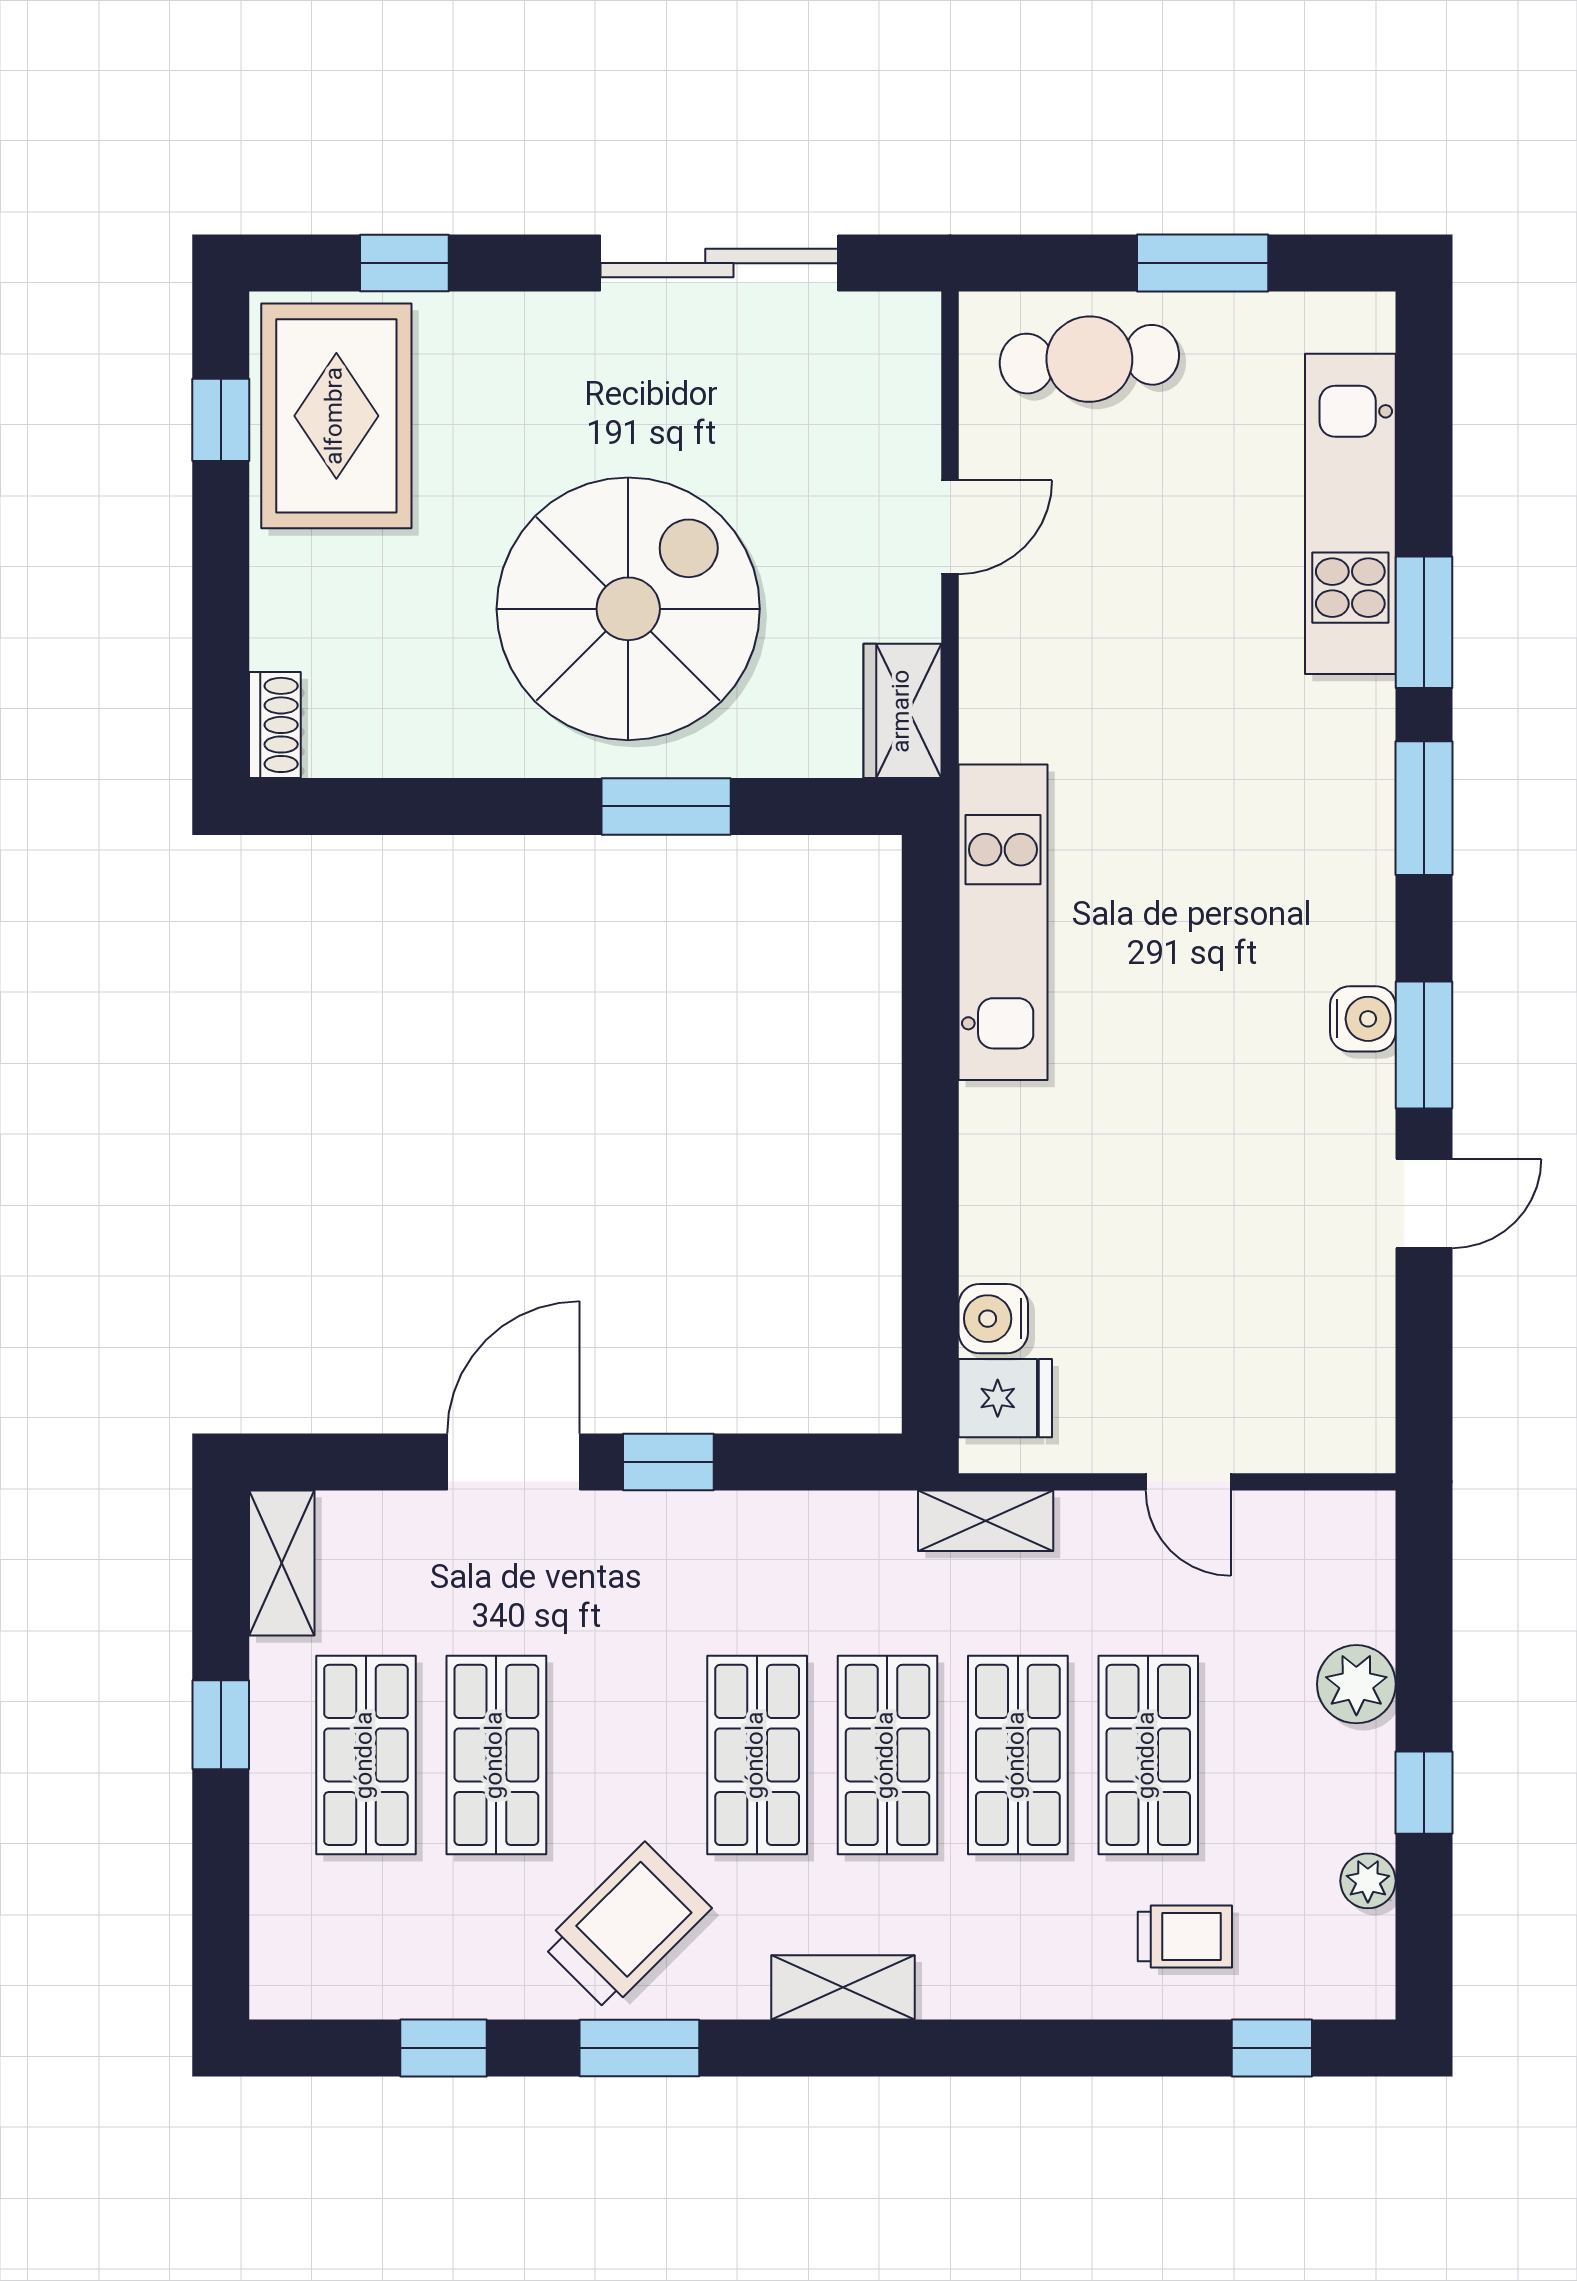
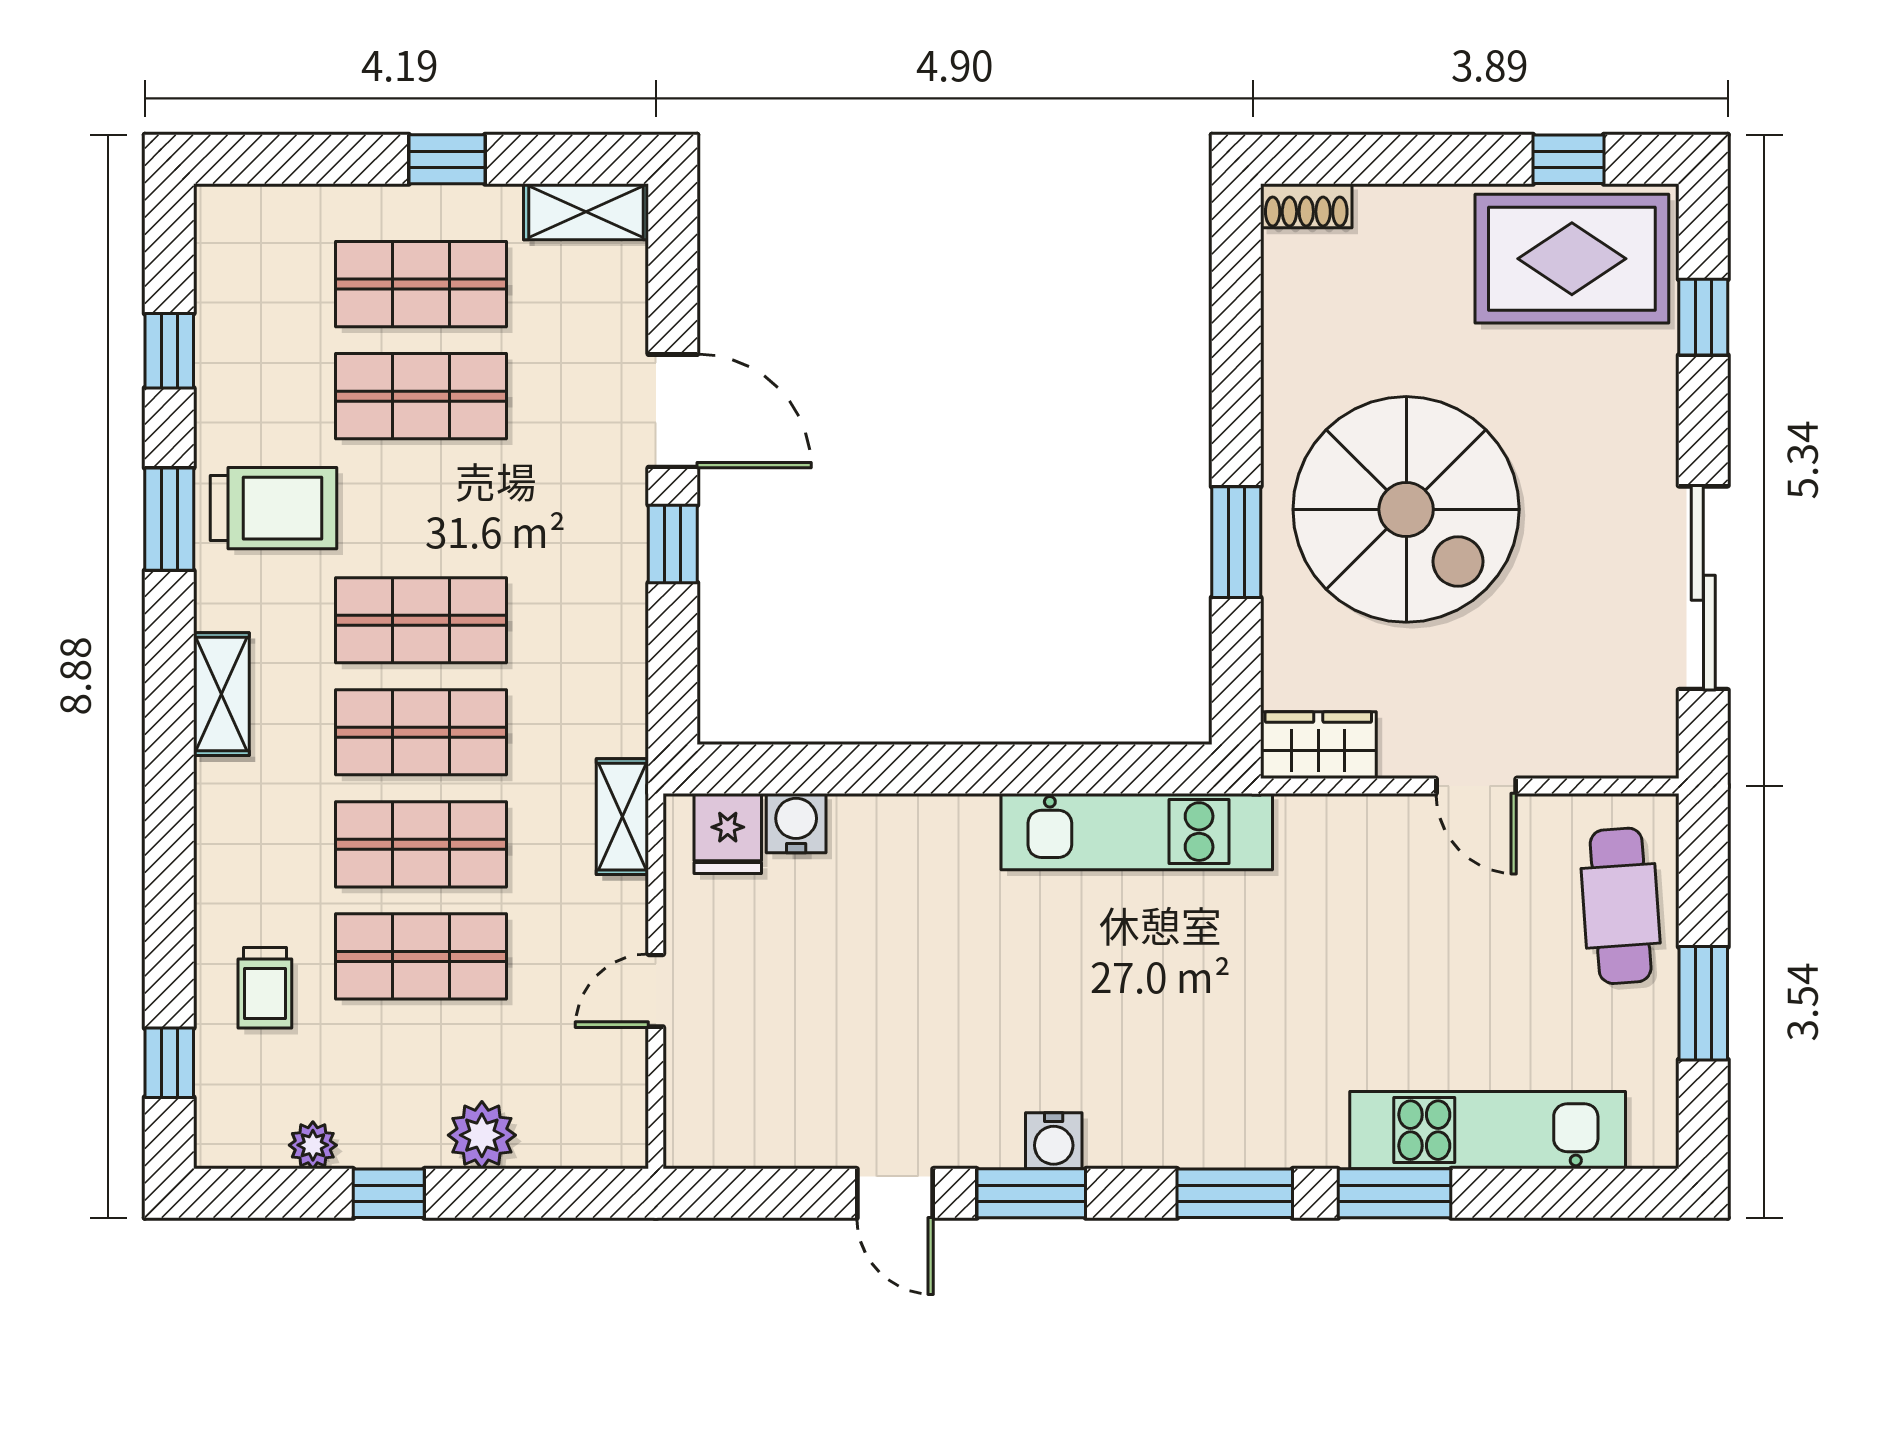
trolley: (627, 1927) -> (274, 508), turned -45

